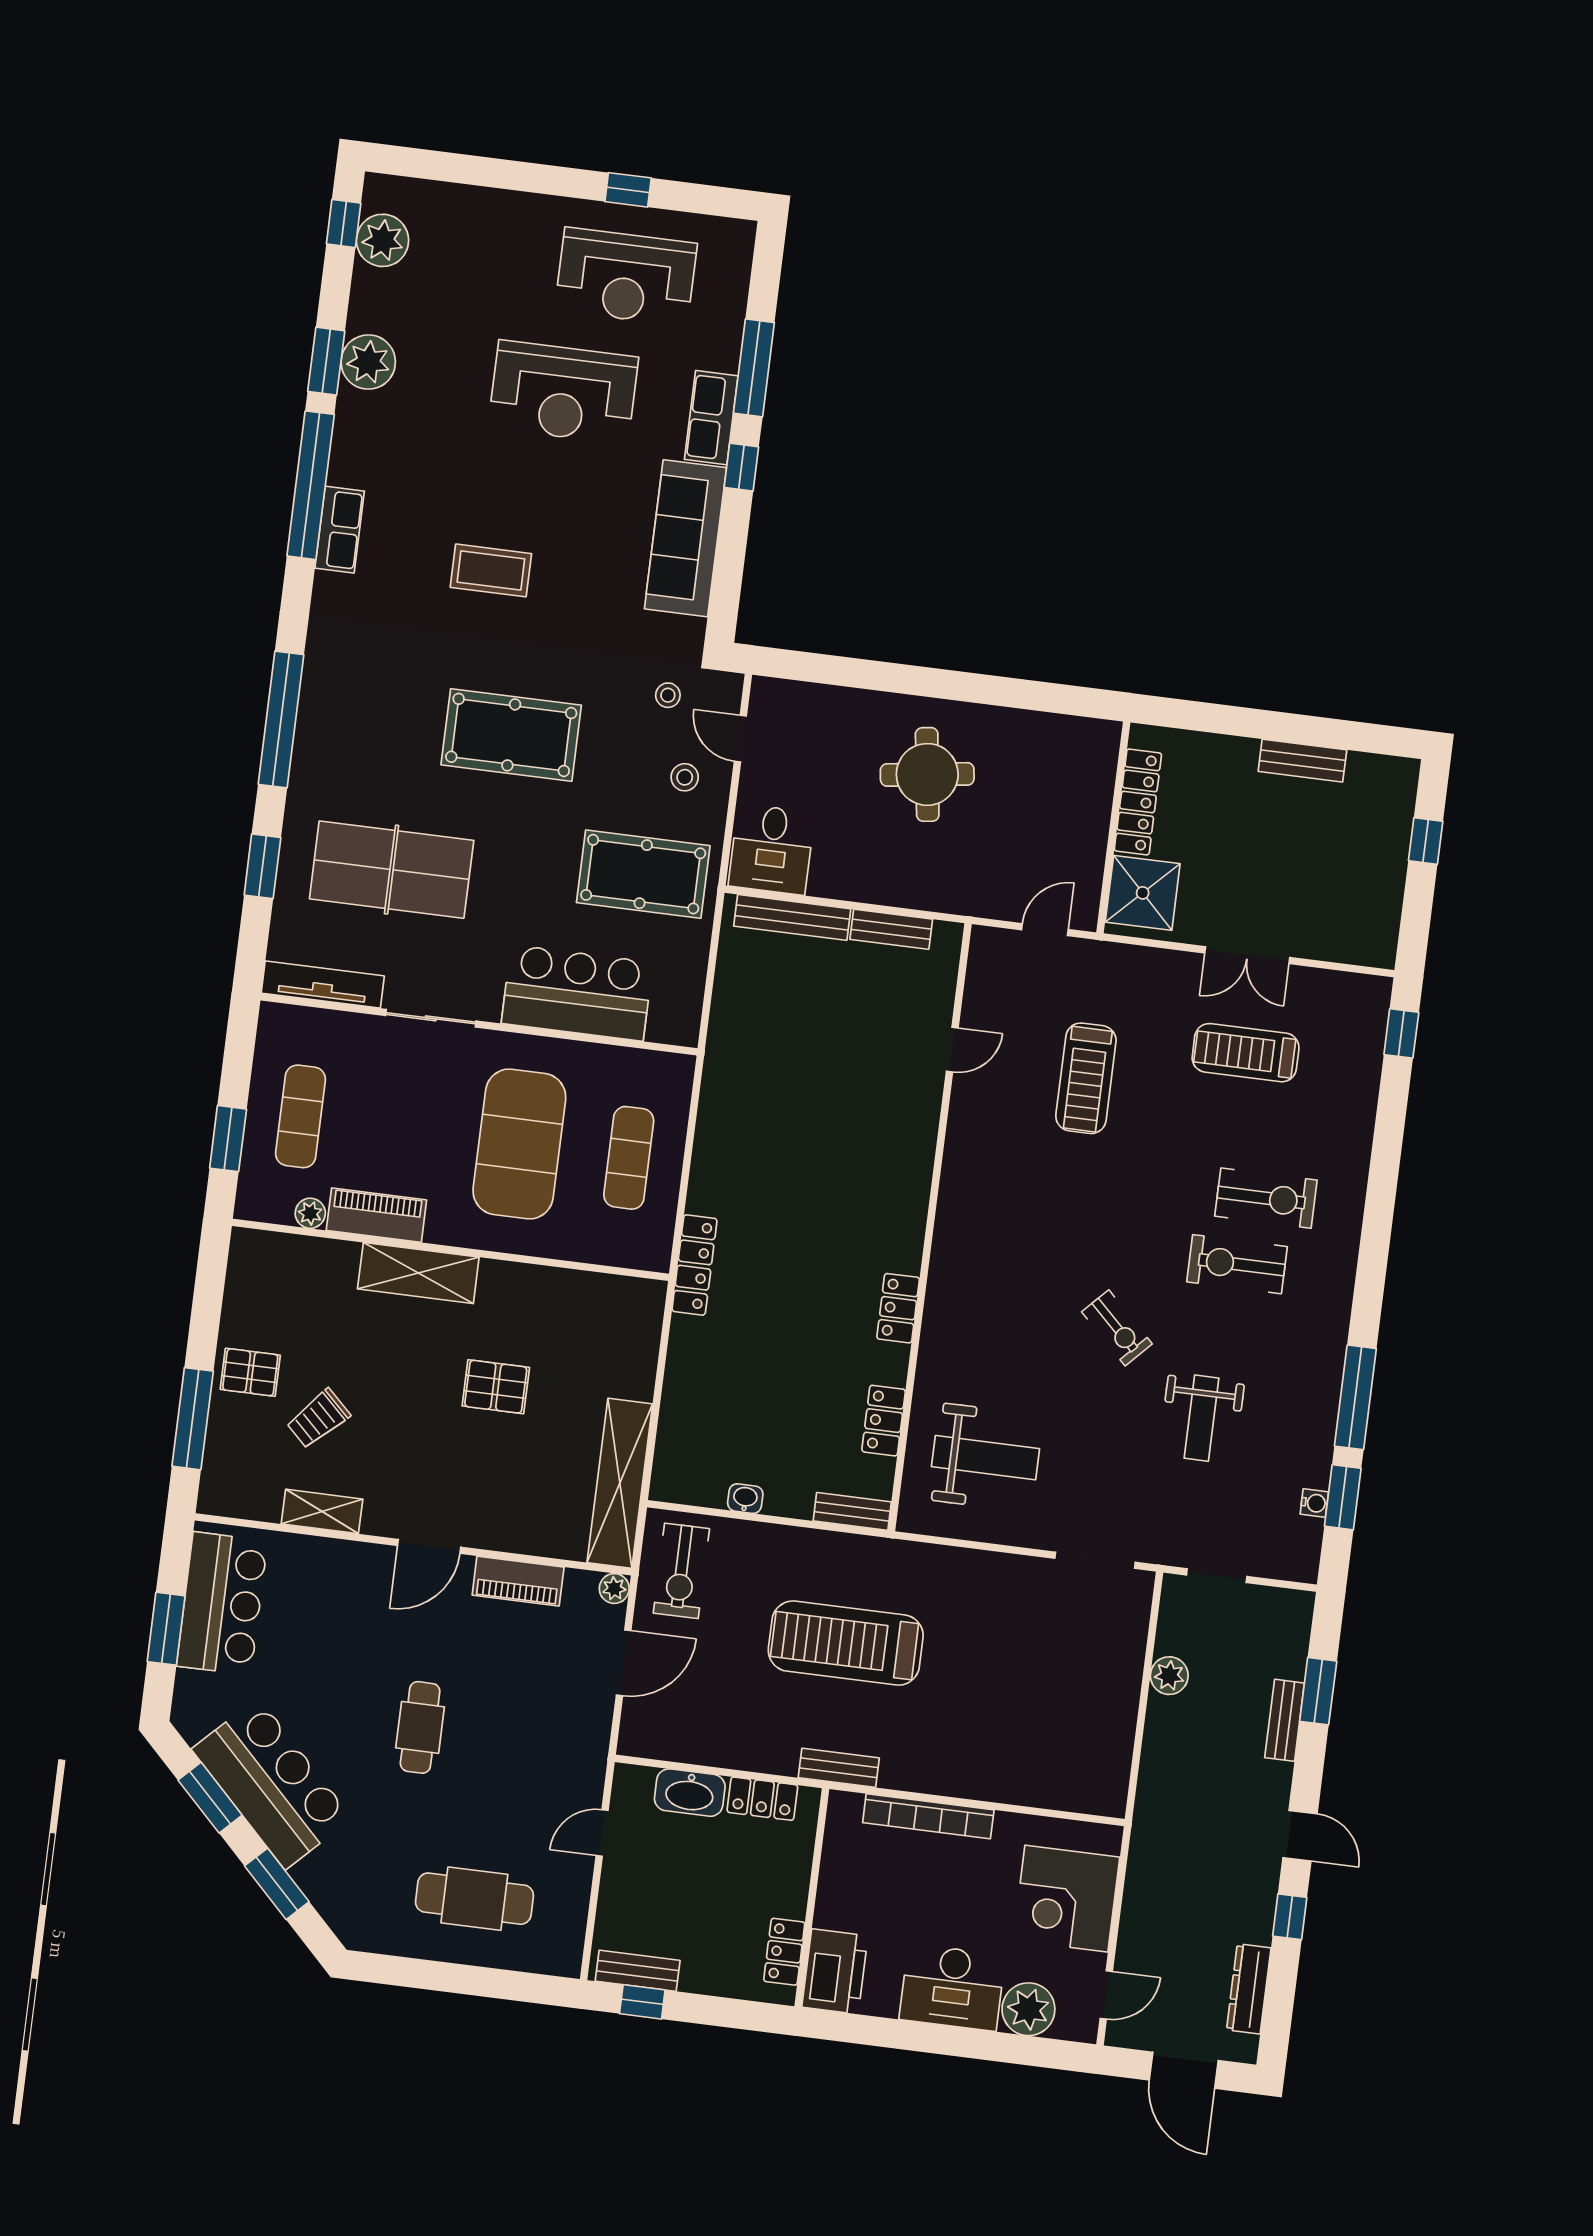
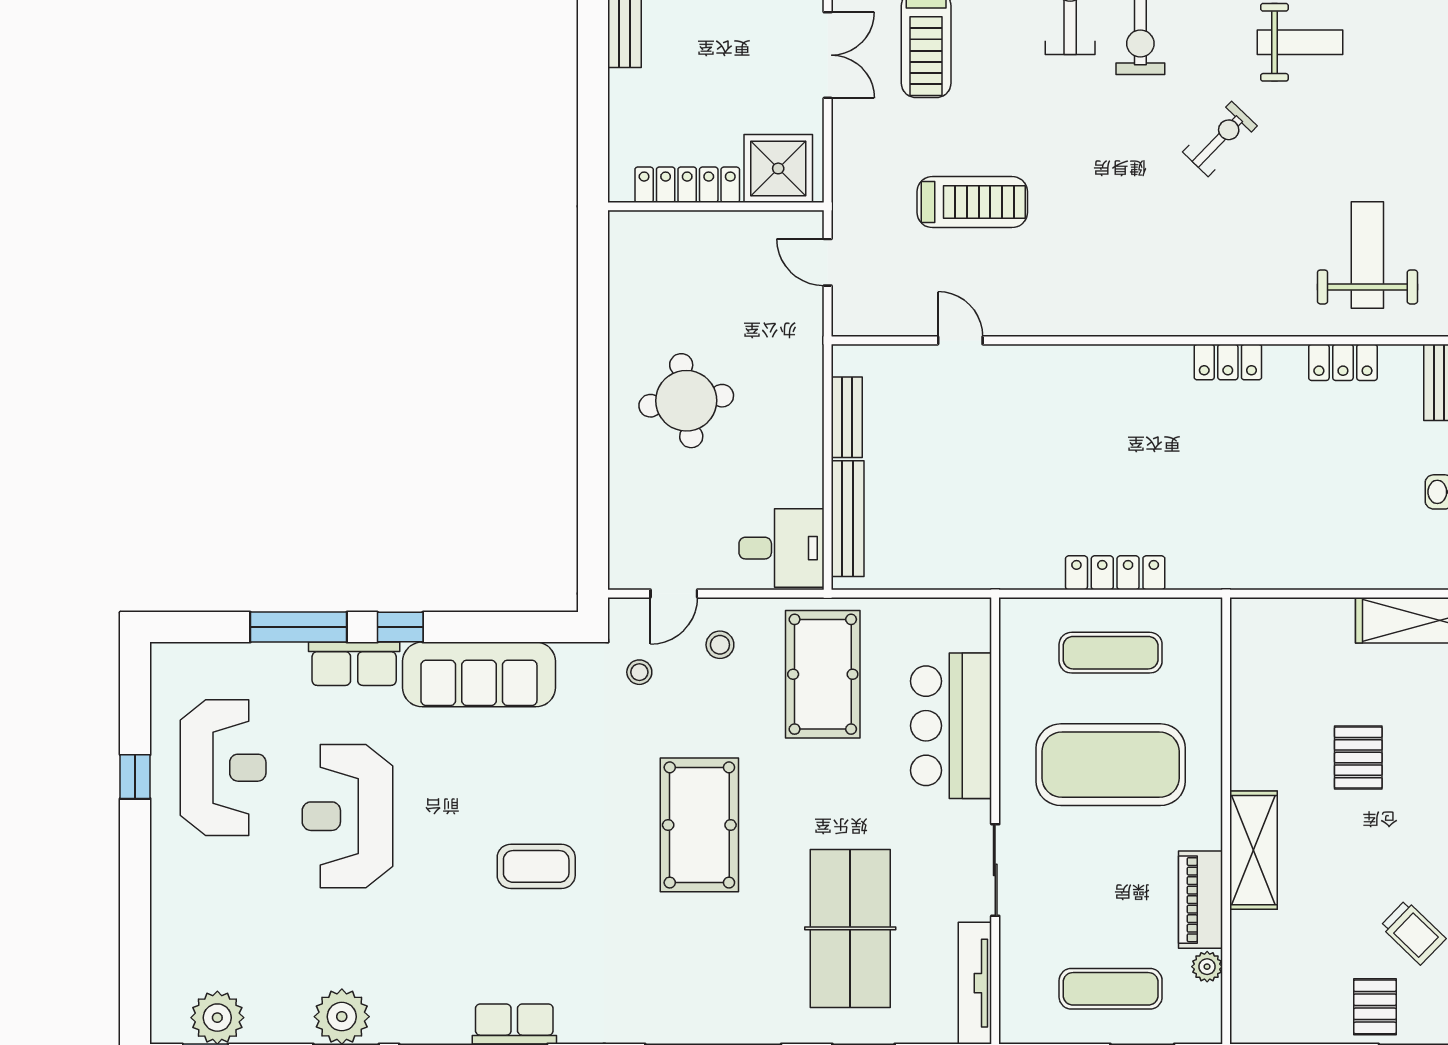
reception desk: (563, 392) -> (347, 816), turned 180
coffee table: (491, 570) -> (536, 866), turned 90
locker: (694, 1265) -> (1115, 573), moved

